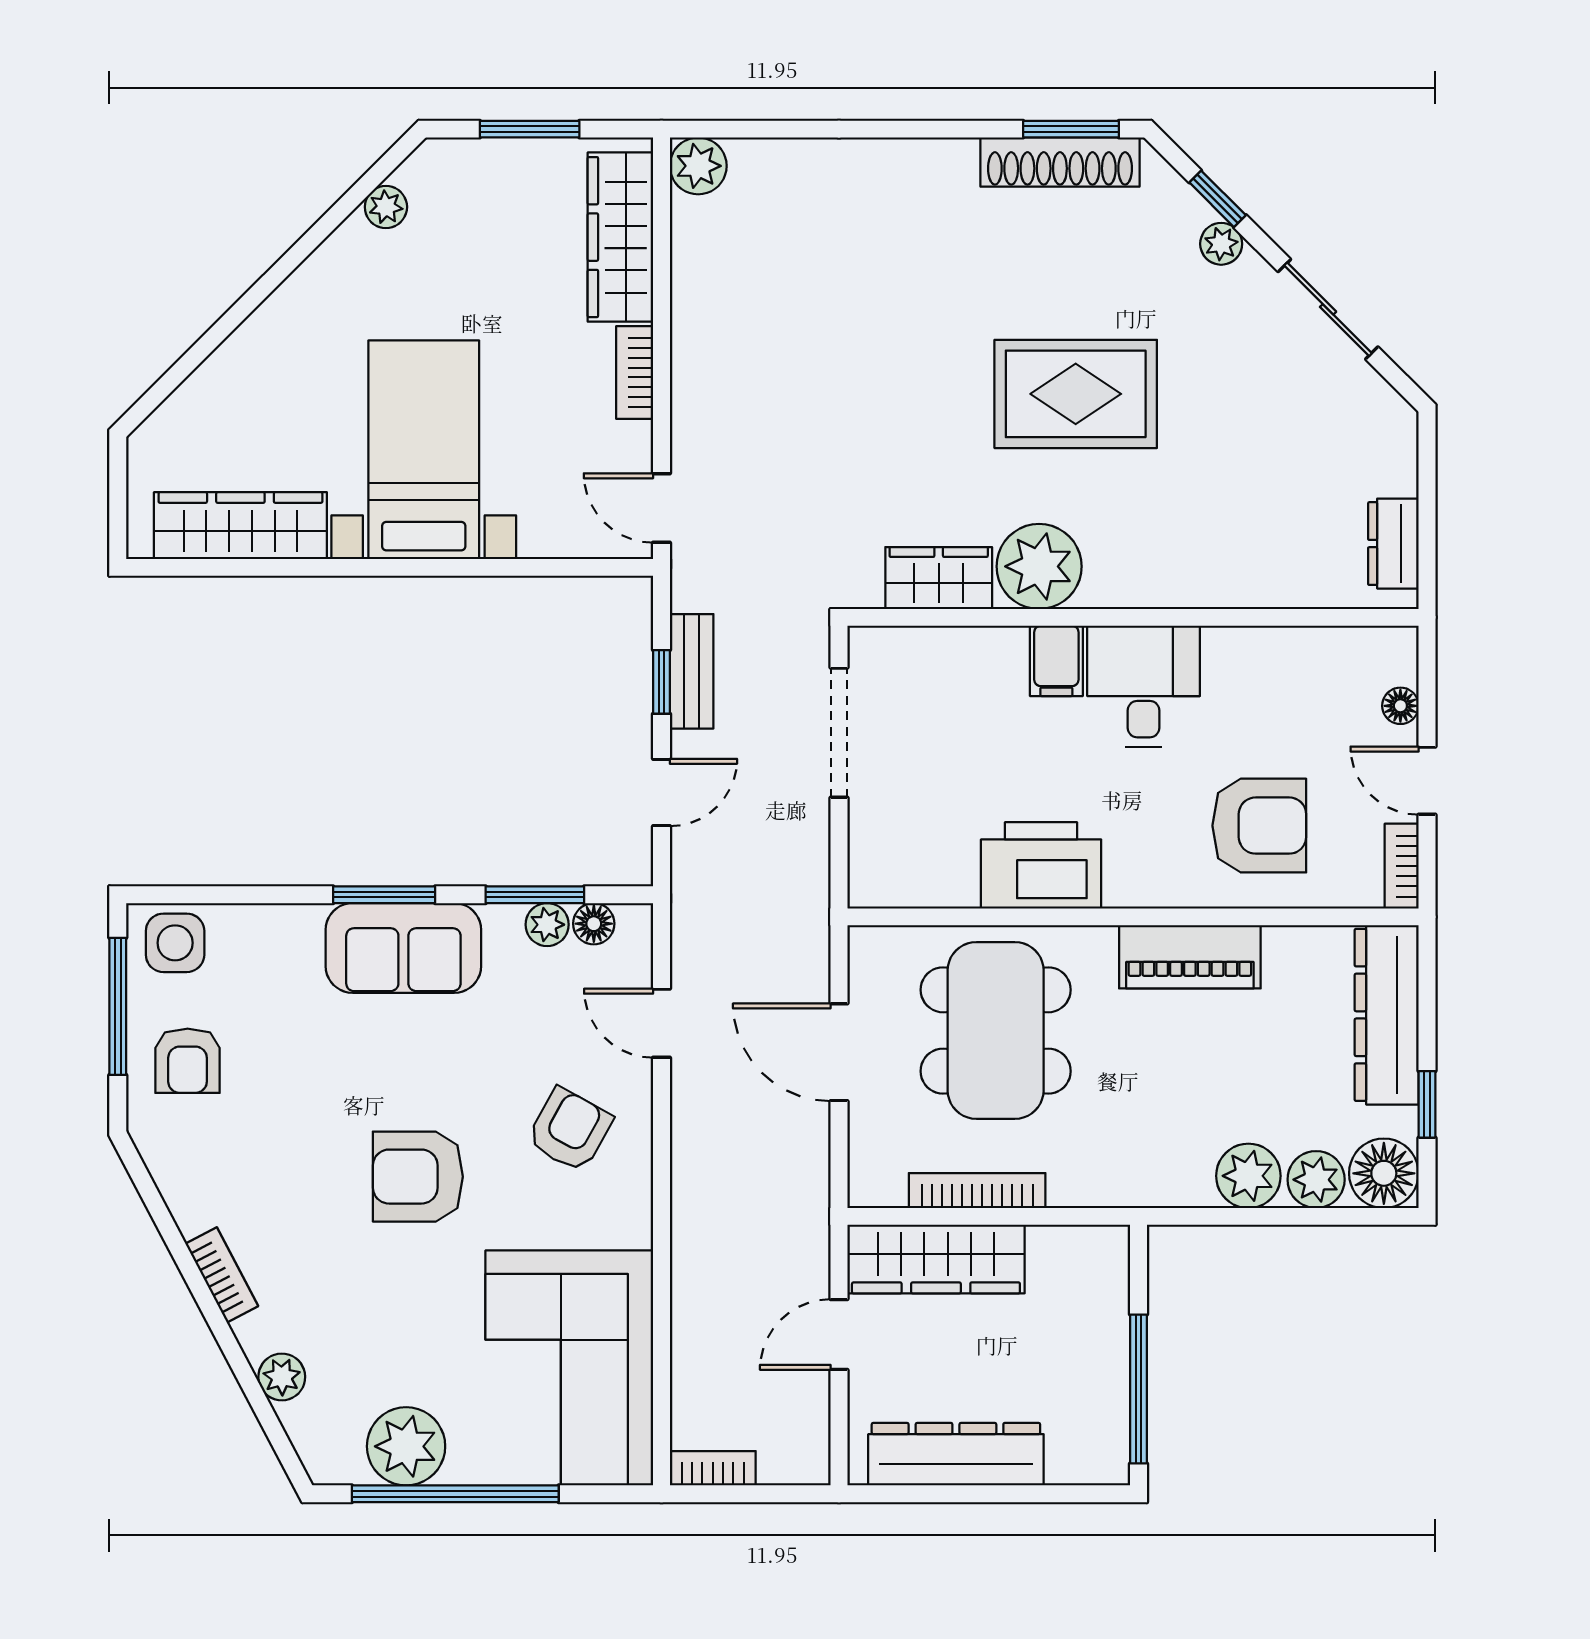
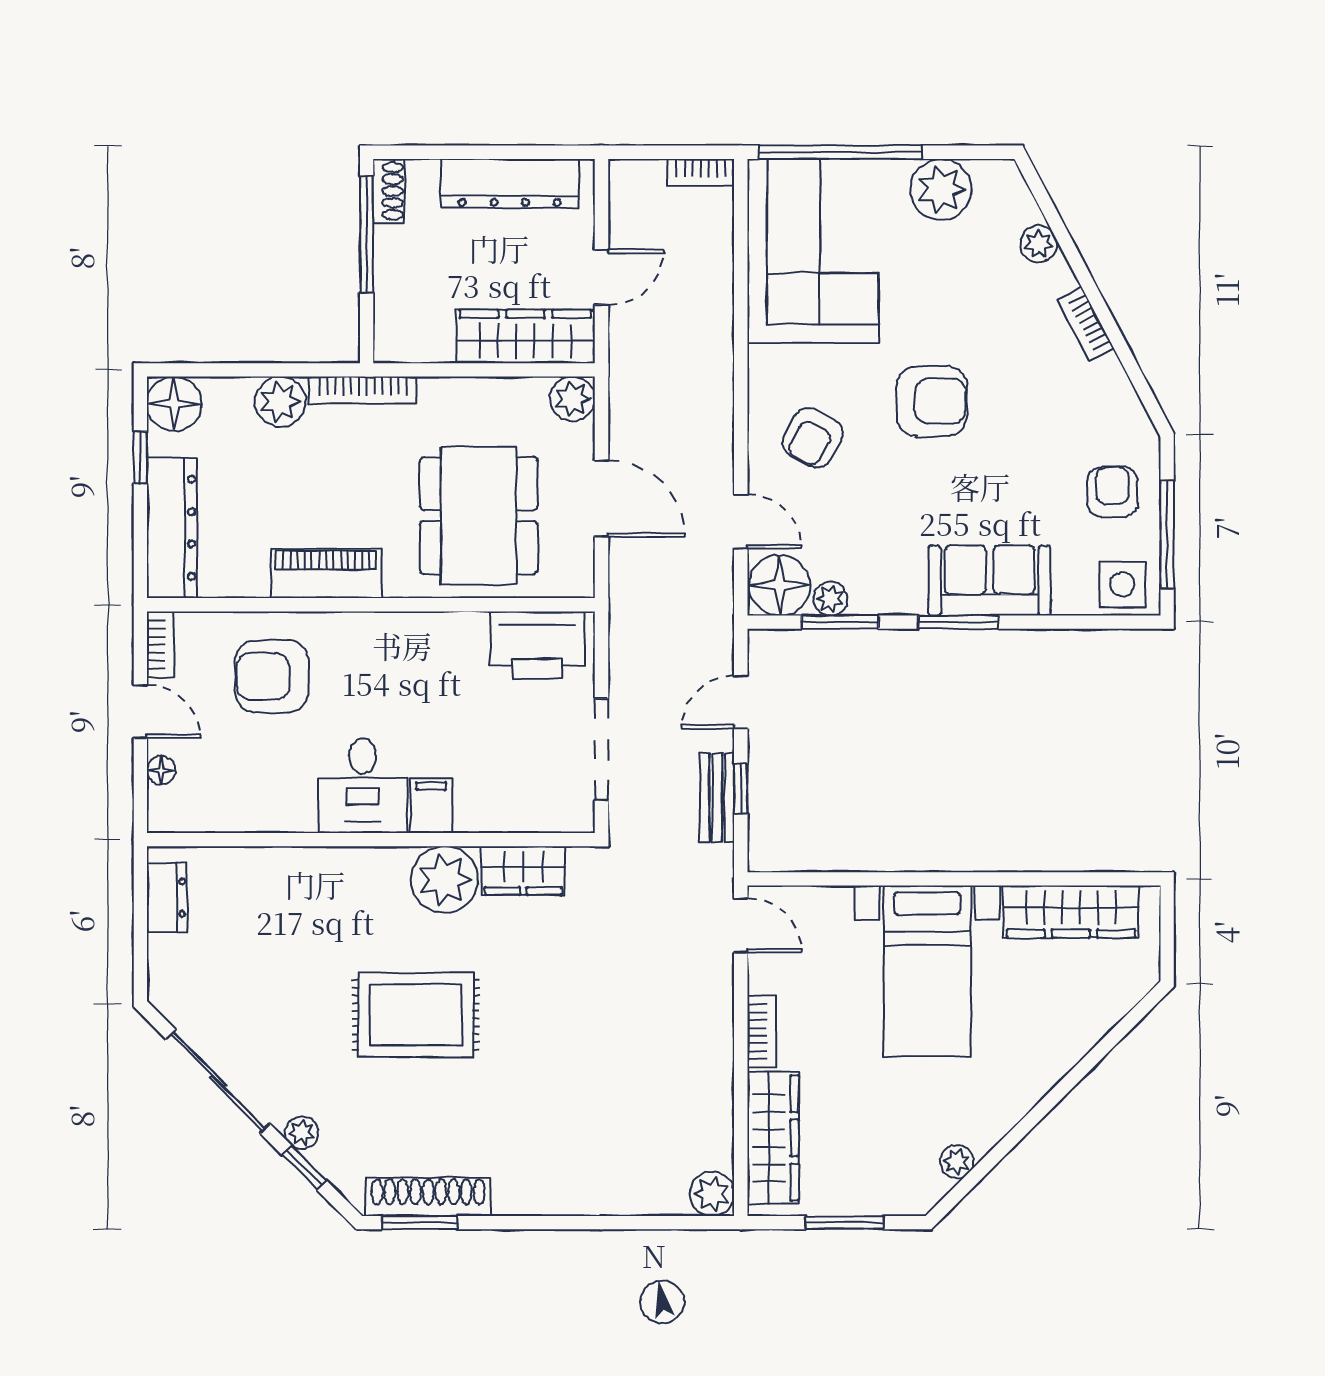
sliding door: (1328, 309) -> (218, 1081), width x1.37
printer: (1041, 865) -> (537, 645), moved
floor lamp: (594, 924) -> (779, 585), width x1.89, depth x1.89
sofa: (403, 948) -> (990, 580), moved
plant: (1316, 1180) -> (573, 399), moved
bookcase: (977, 1191) -> (363, 390), moved
shoe rack: (1110, 1444) -> (389, 191), added
window: (455, 1494) -> (840, 152), moved

